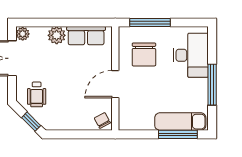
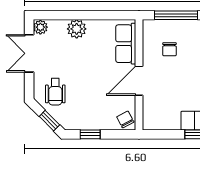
row of seats: (86, 36) -> (126, 44), moved, turned 90
chair: (144, 54) -> (169, 49), width x0.54, depth x0.54
window: (69, 134) -> (90, 134), added

